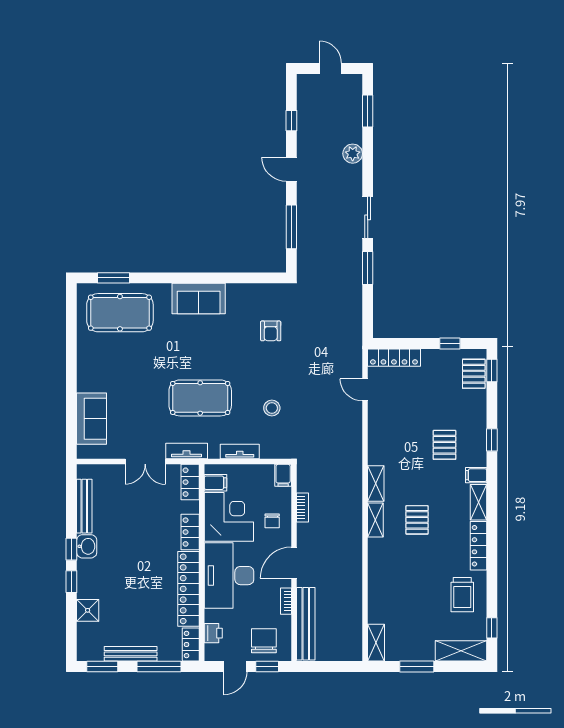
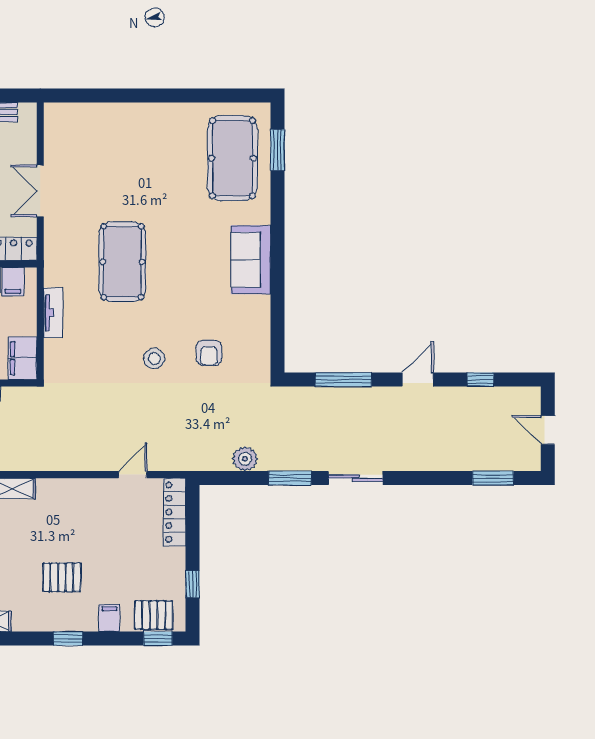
door: (330, 69) -> (548, 430), swing flipped
plant: (353, 154) -> (245, 459), moved
armchair: (271, 331) -> (209, 353), turned -90
stool: (272, 408) -> (154, 359), moved
sofa: (92, 419) -> (96, 122), removed
tv unit: (187, 451) -> (54, 244), removed
filing cabinet: (283, 475) -> (23, 358), width x2.00
filing cabinet: (476, 475) -> (109, 618), moved

